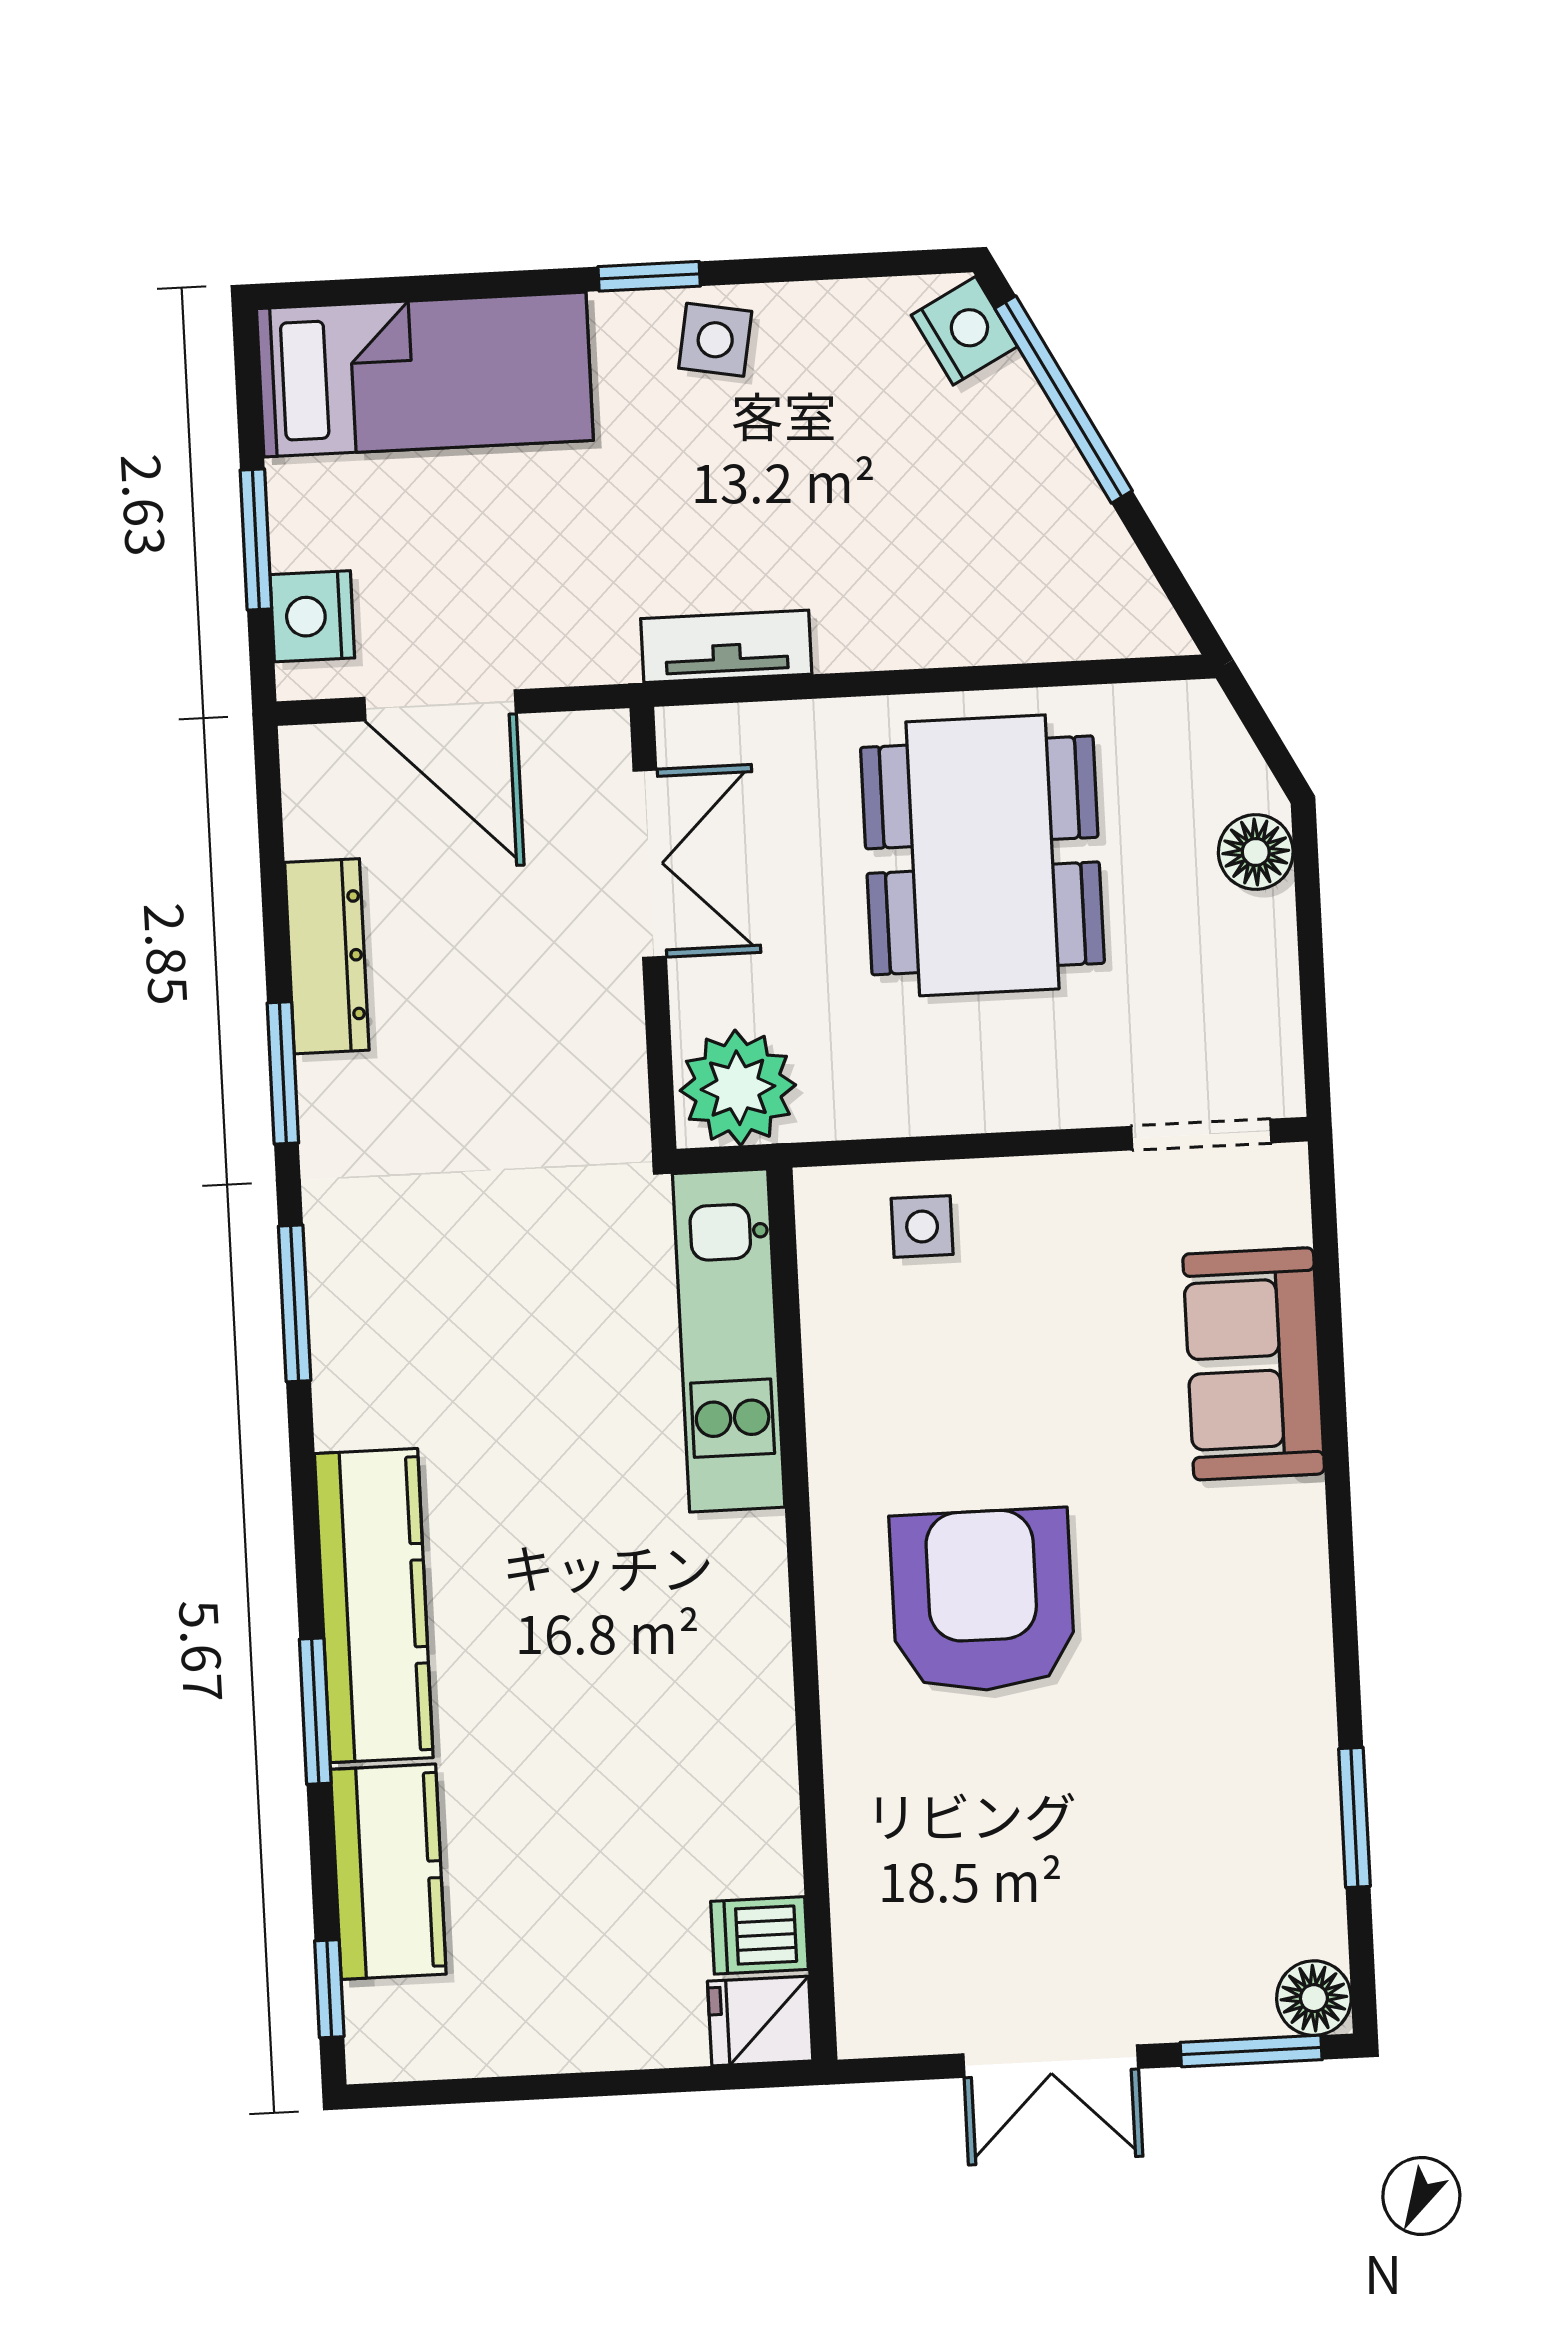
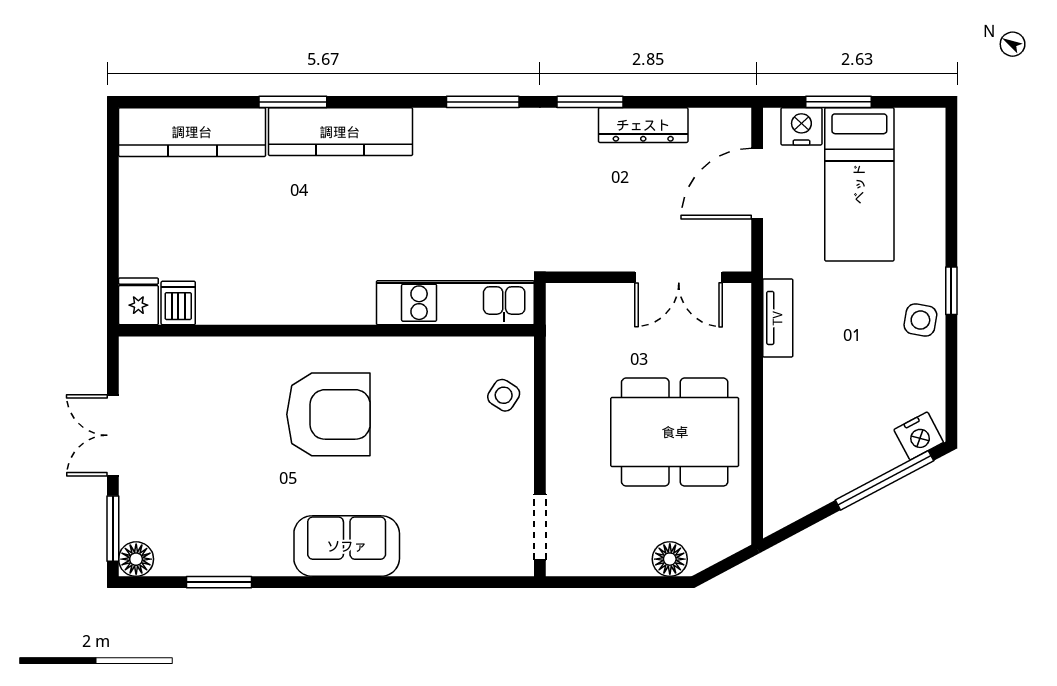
bed: (425, 374) -> (859, 184), moved
plant: (738, 1088) -> (572, 313), removed
side table: (922, 1226) -> (504, 395), turned 33
sofa: (1254, 1364) -> (347, 546), moved
kitchen counter: (388, 1872) -> (192, 132), width x1.50
window: (329, 1989) -> (164, 102), removed

